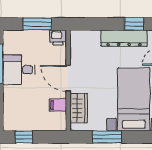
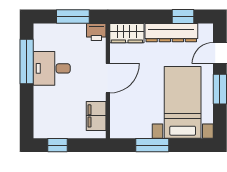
door: (68, 78) -> (108, 78), swing flipped
filing cabinet: (58, 105) -> (96, 116), width x2.00
wardrobe: (79, 108) -> (127, 33), moved, turned 90

